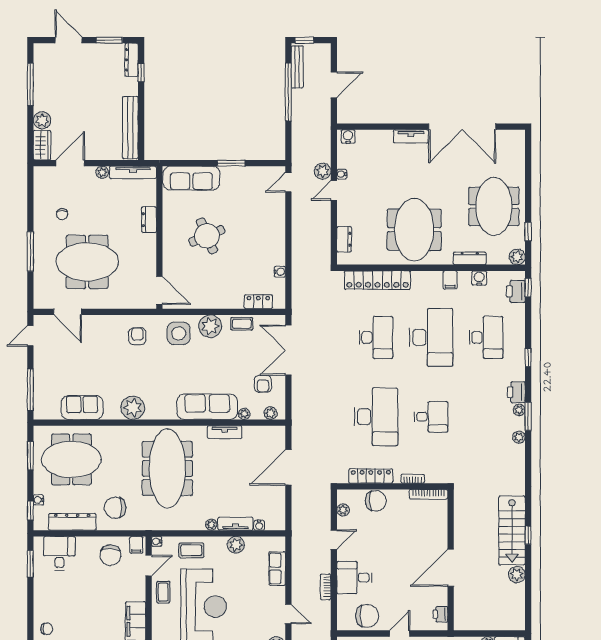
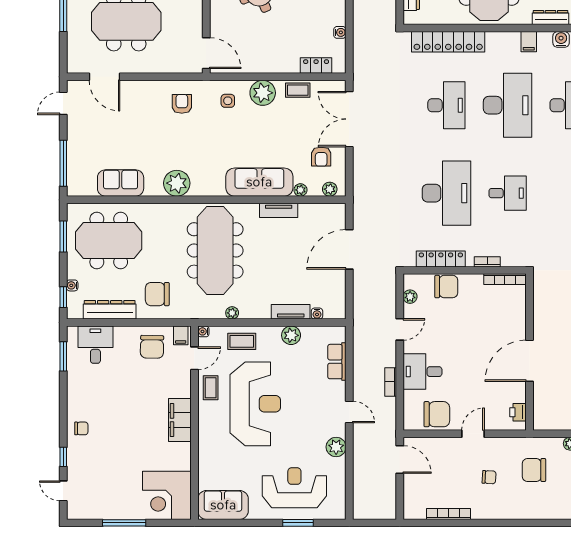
side table: (179, 333) -> (228, 101), width x0.54, depth x0.54
plant: (211, 525) -> (232, 313), moved

